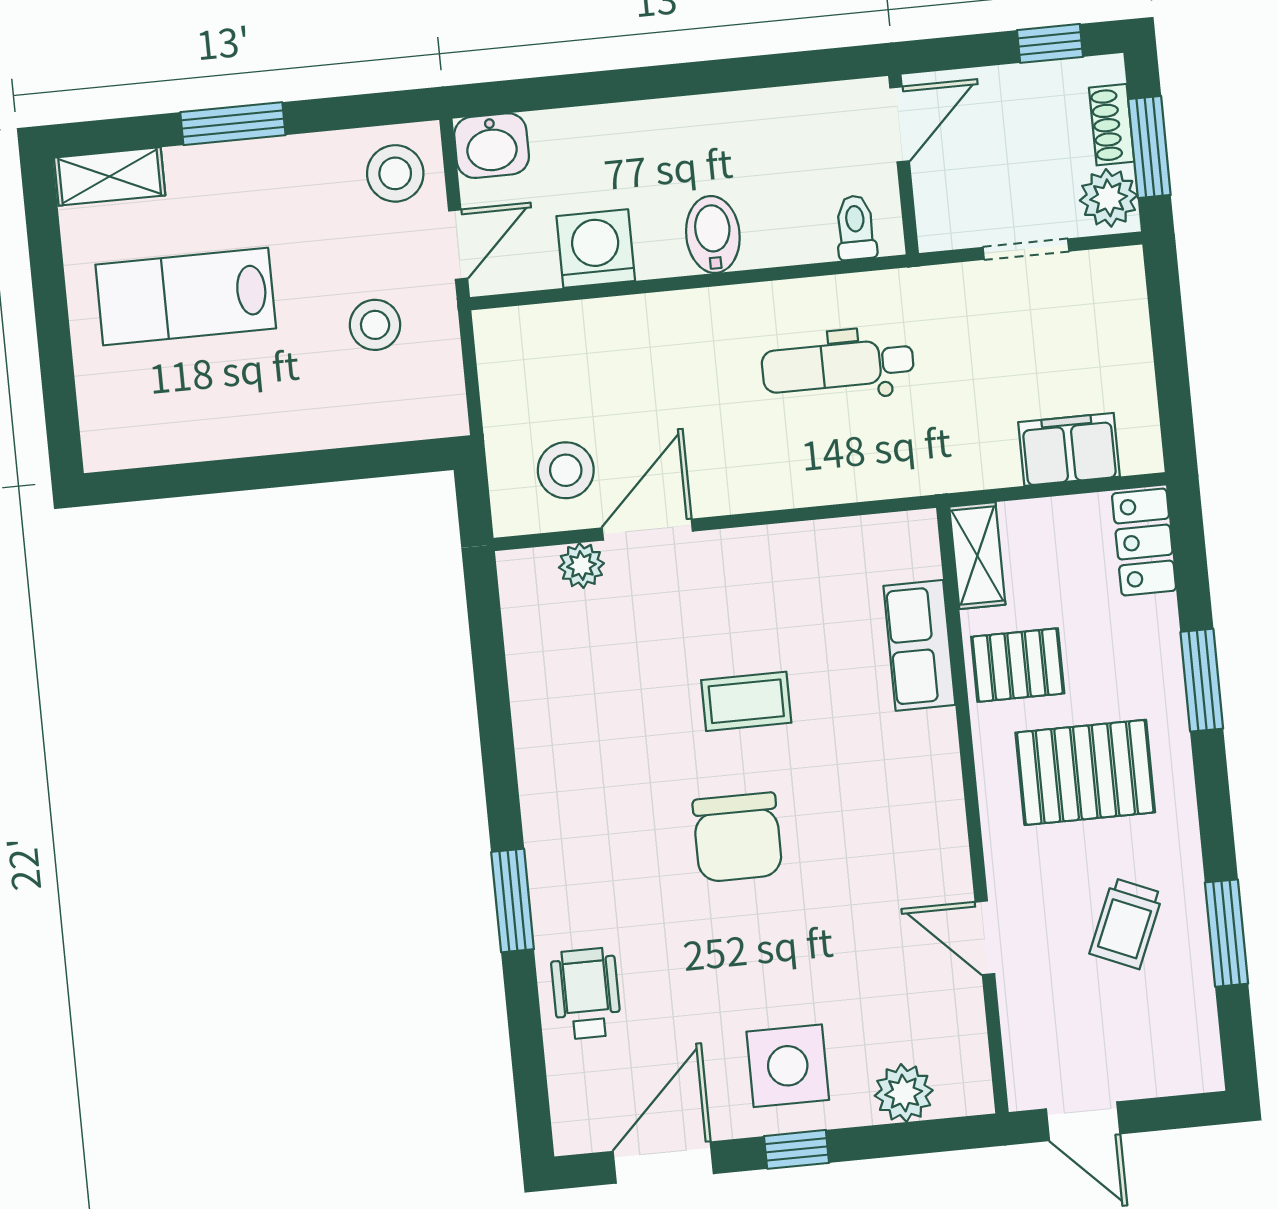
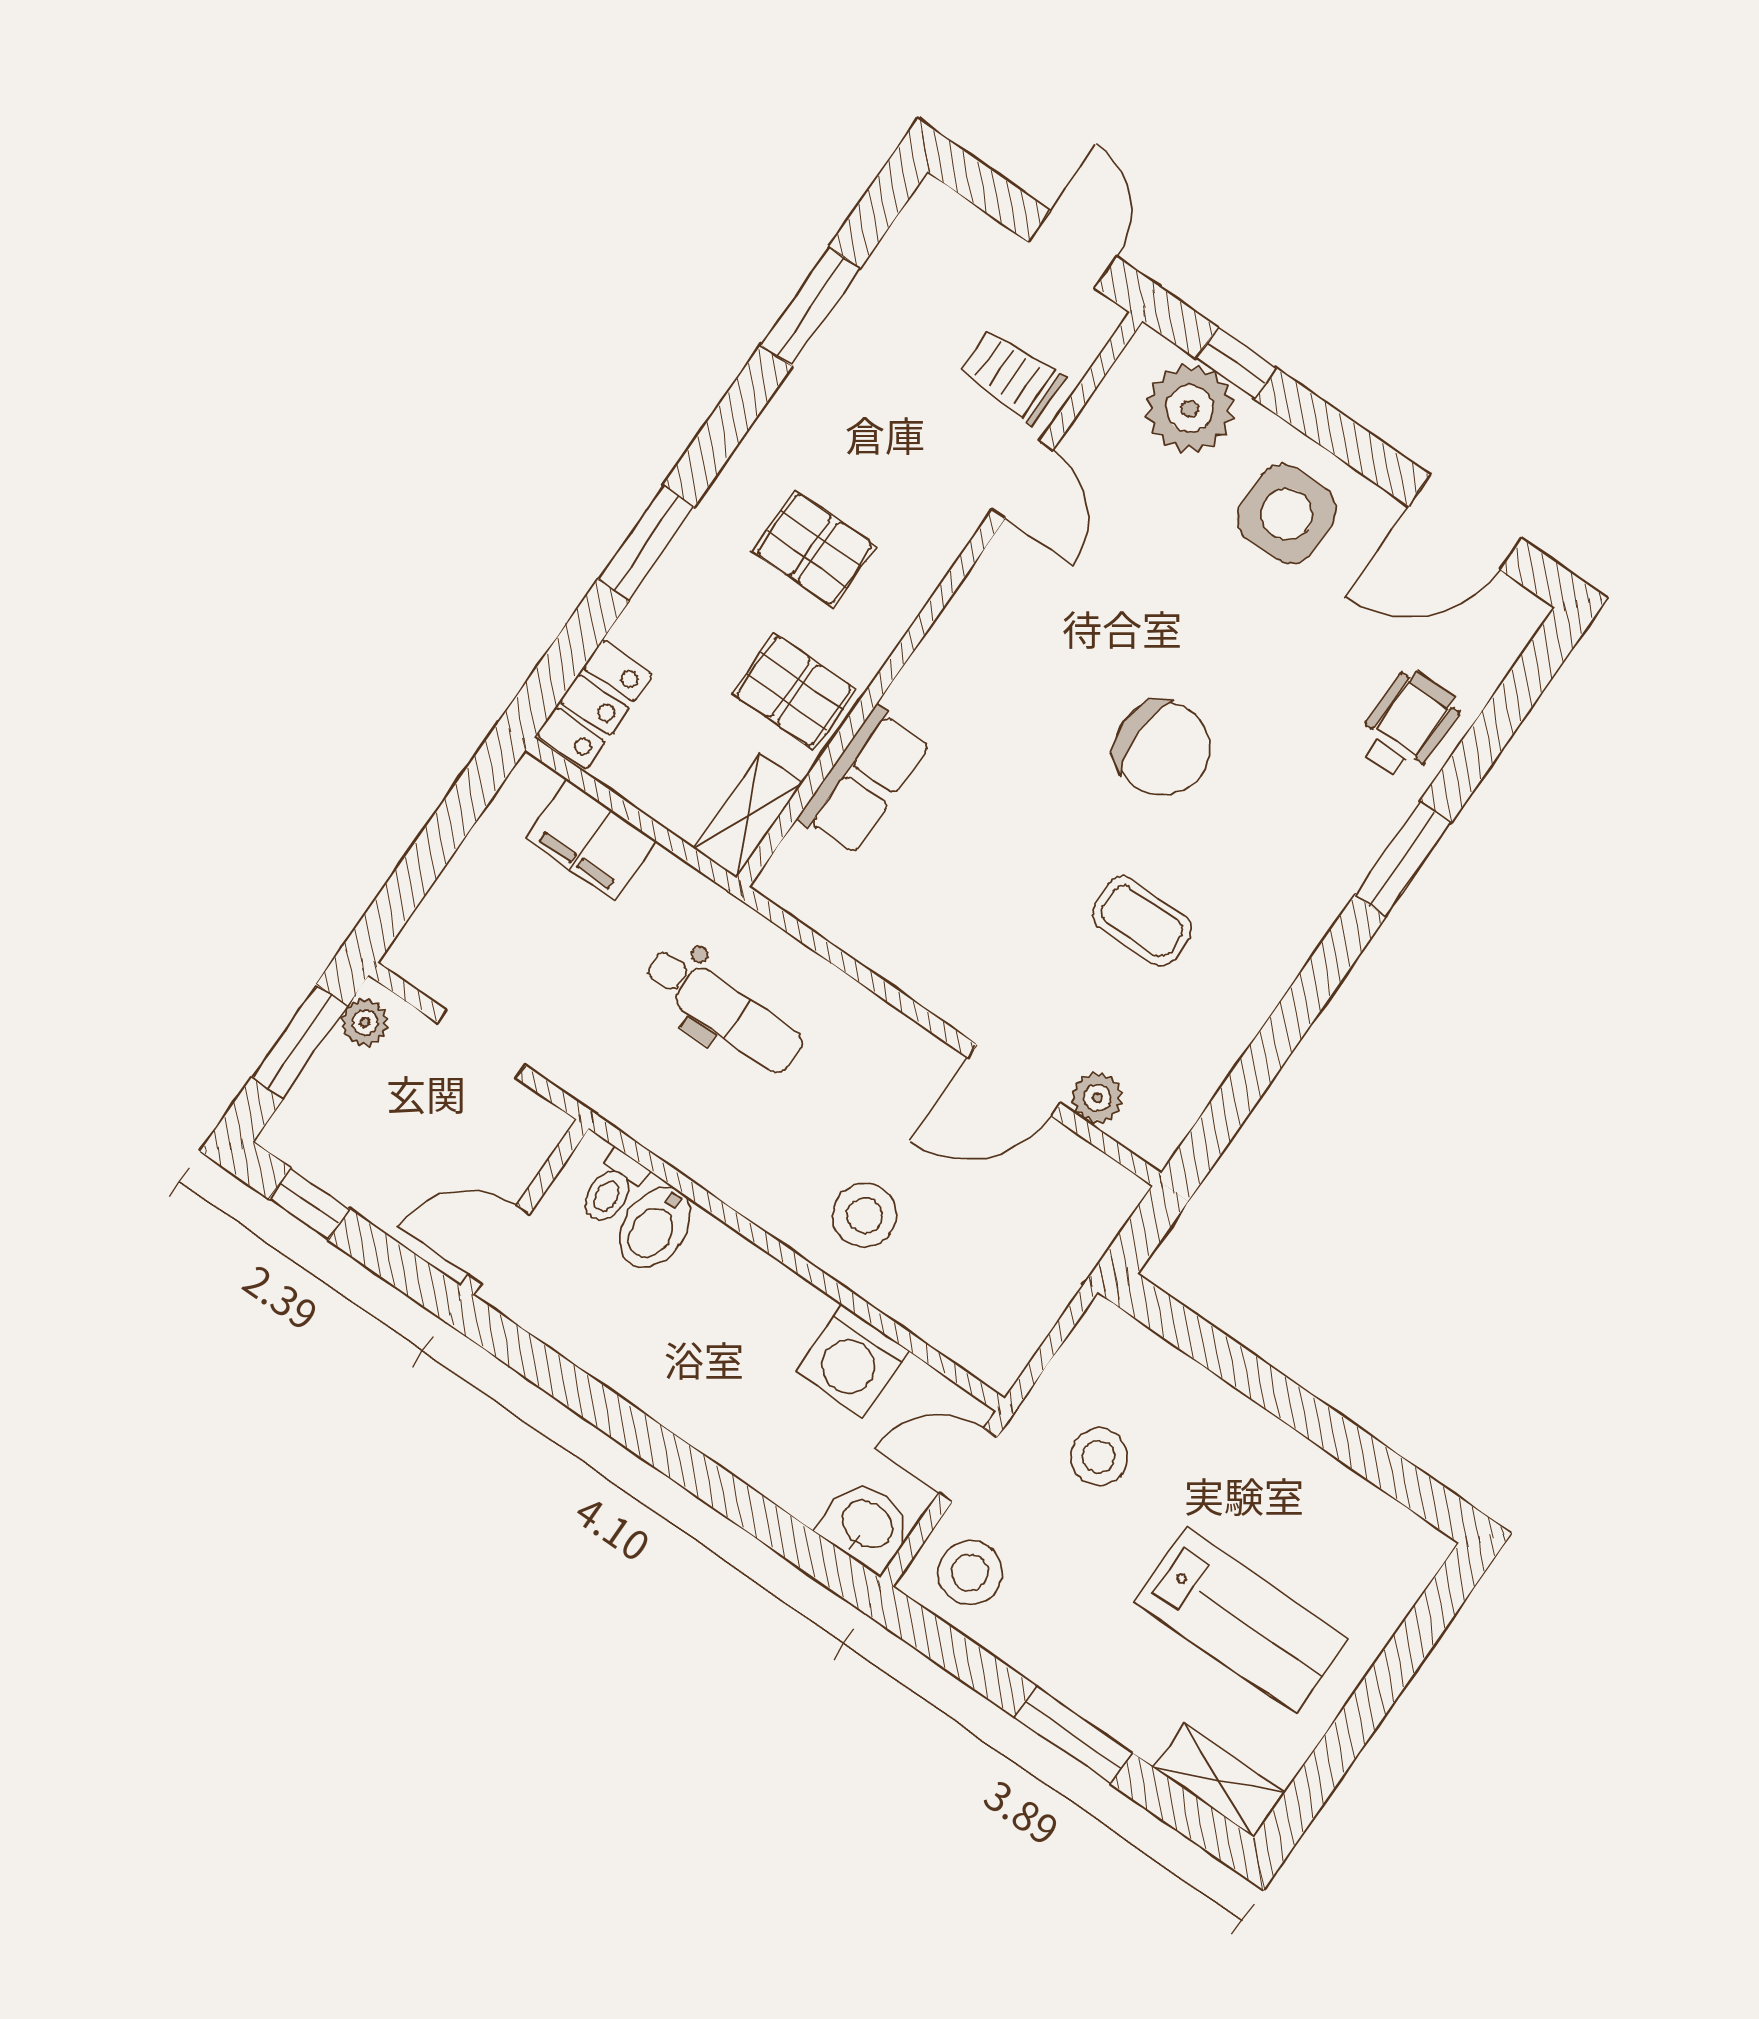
shoe rack: (1112, 125) -> (316, 1089), removed
plant: (1109, 198) -> (365, 1022), width x0.73, depth x0.73
bidet: (713, 234) -> (655, 1227), moved
dental chair: (838, 365) -> (724, 1010), moved
stool: (566, 470) -> (865, 1215), moved
coffee table: (746, 701) -> (1142, 921), moved
pallet: (1085, 772) -> (814, 549), width x0.67, depth x0.71
chair: (737, 837) -> (1162, 748), turned 90
trolley: (1126, 923) -> (1012, 376), moved, turned -113
wheelchair: (586, 994) -> (1408, 725), turned 180
plant: (904, 1093) -> (1190, 409), width x1.36, depth x1.36
window: (797, 1149) -> (1236, 363), moved

